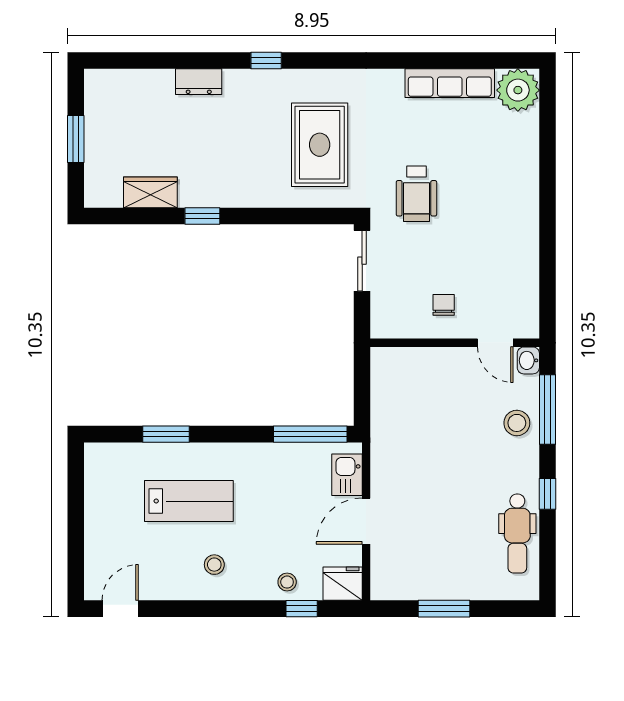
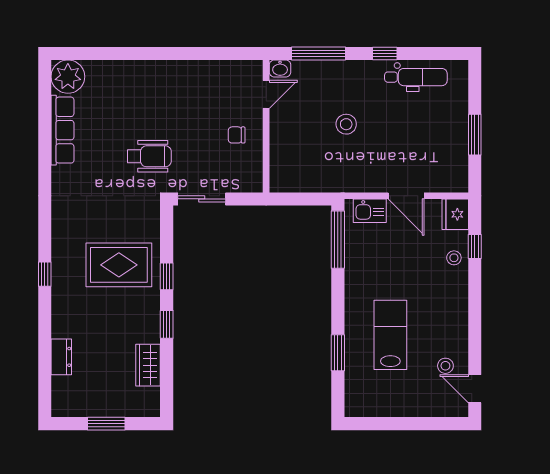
dresser: (199, 82) -> (61, 357), moved
rug: (320, 145) -> (119, 265), moved
window: (263, 216) -> (167, 276), added
stool: (517, 423) -> (346, 124), moved
stool: (214, 565) -> (445, 366), moved

